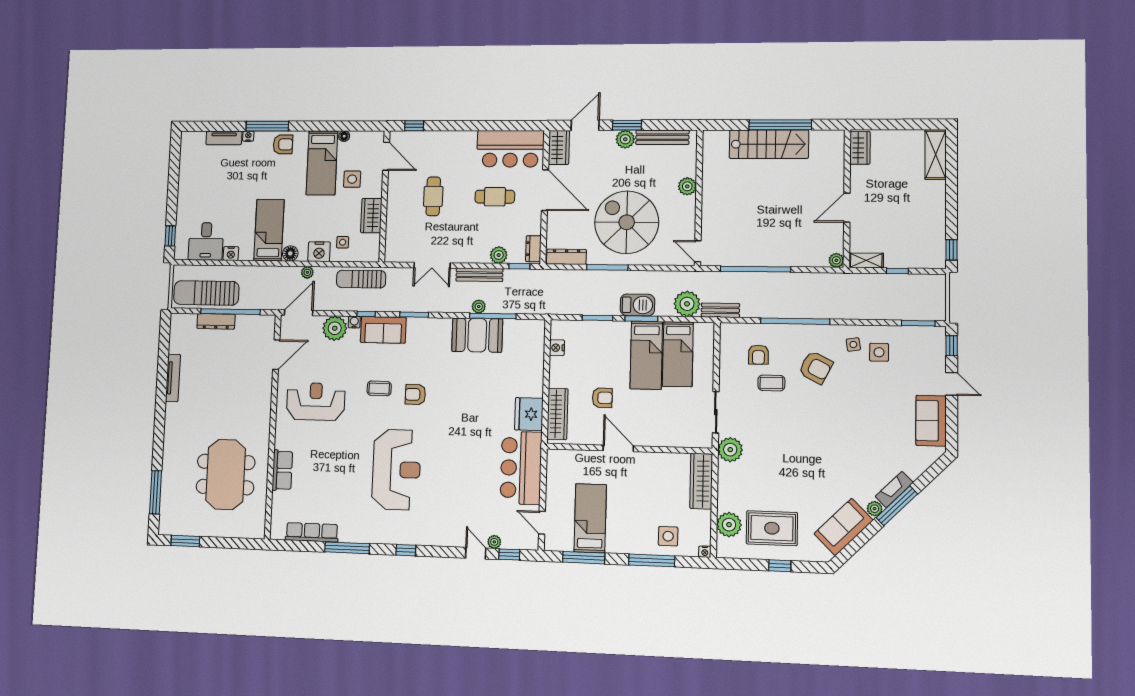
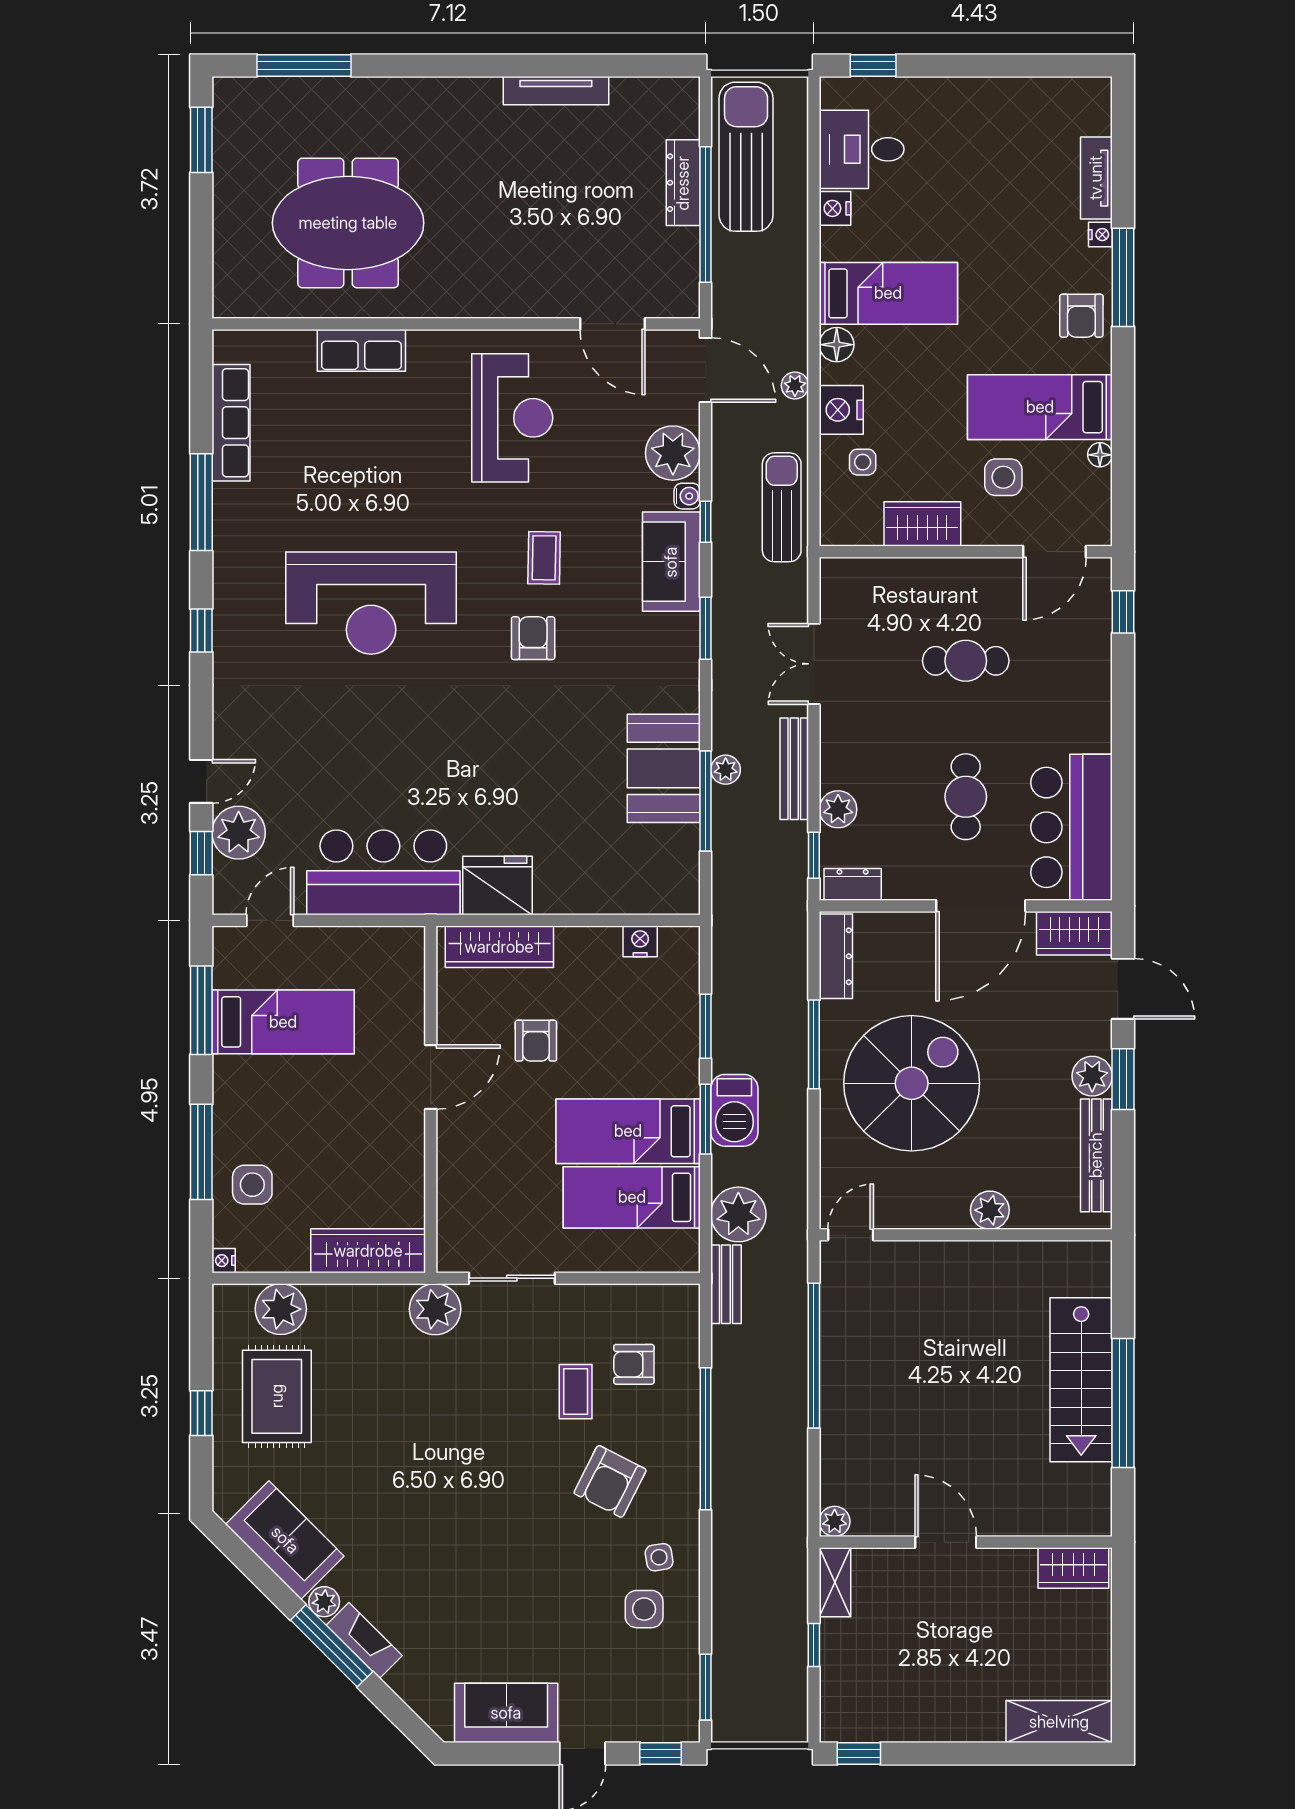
plant: (494, 542) -> (239, 833), width x1.88, depth x1.88

